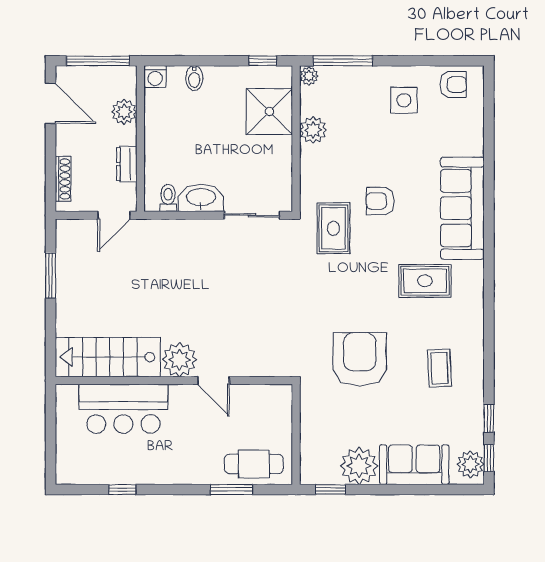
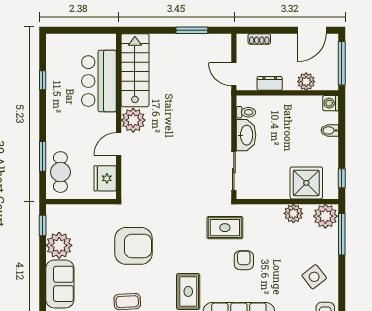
plant: (309, 76) -> (325, 216), width x1.87, depth x1.87
side table: (404, 100) -> (314, 277), turned -38
shoe rack: (63, 179) -> (259, 39), width x0.70
fridge: (263, 400) -> (105, 178), added

